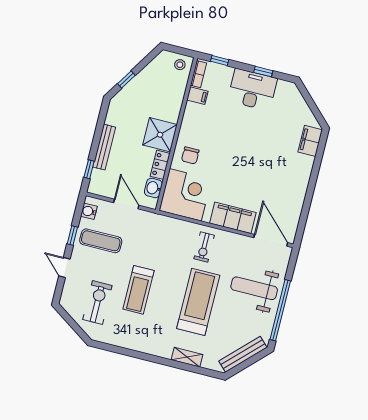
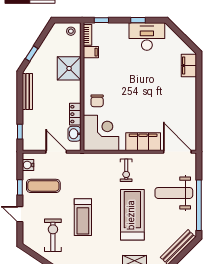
desk: (252, 90) -> (147, 36), moved
shower: (160, 135) -> (69, 68), moved
bench: (104, 147) -> (27, 92), moved

